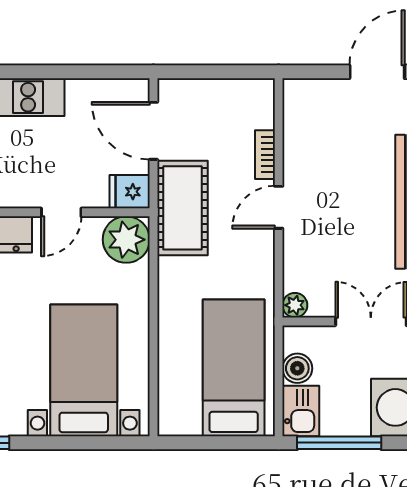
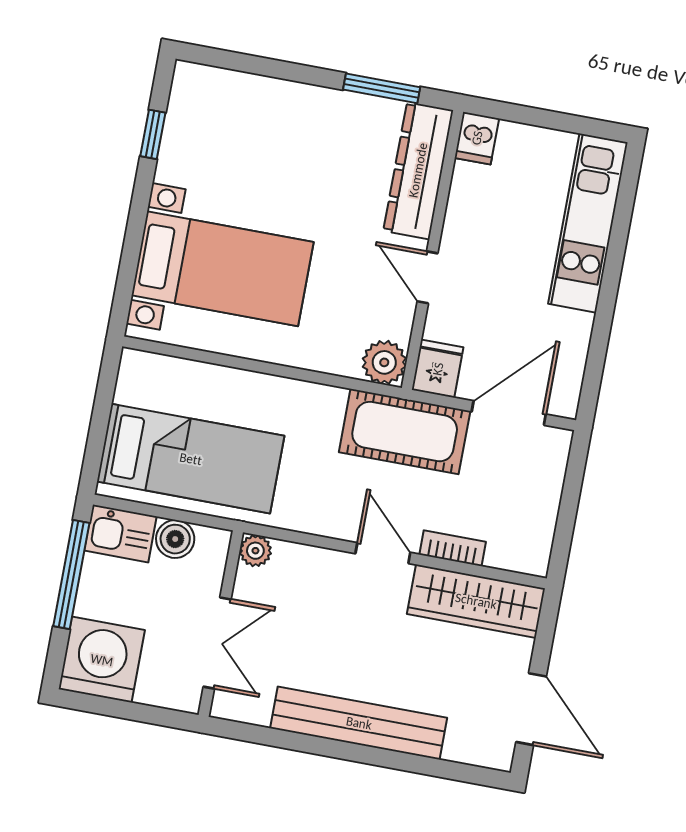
wardrobe: (302, 129) -> (476, 601), added
plant: (126, 240) -> (384, 362), width x0.73, depth x0.73

